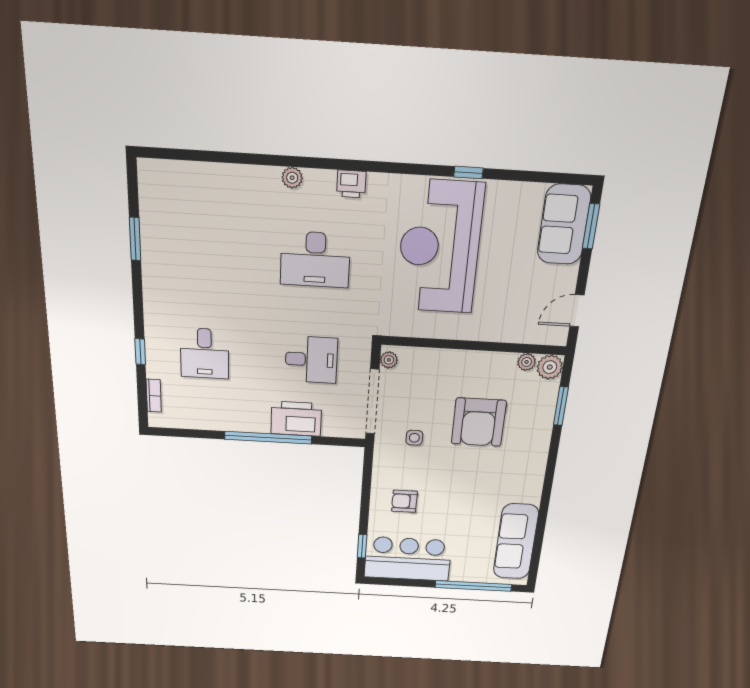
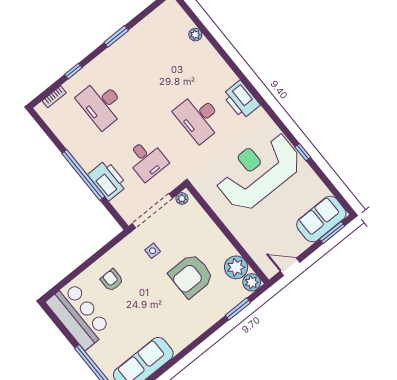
plant: (292, 178) -> (195, 35), moved
printer: (351, 184) -> (241, 100), width x1.87, depth x1.48
window: (135, 239) -> (116, 36), moved
desk: (205, 353) -> (101, 104), width x1.37
plant: (527, 362) -> (236, 267), width x1.88, depth x1.88
window: (362, 546) -> (63, 283), removed

